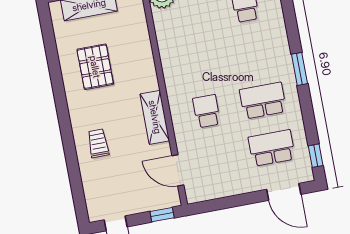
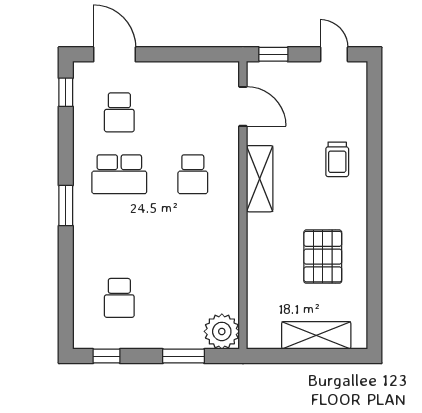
school desk: (272, 148) -> (119, 112), width x0.54

